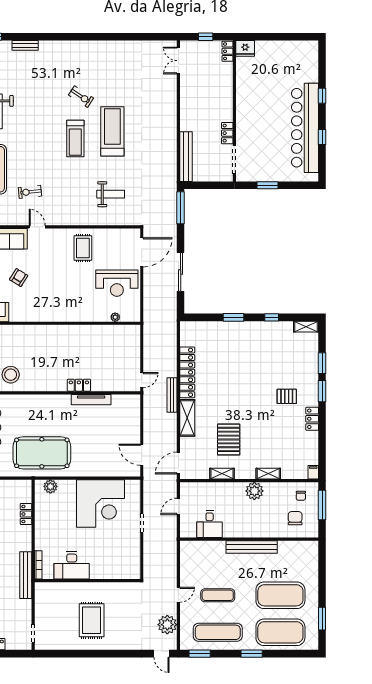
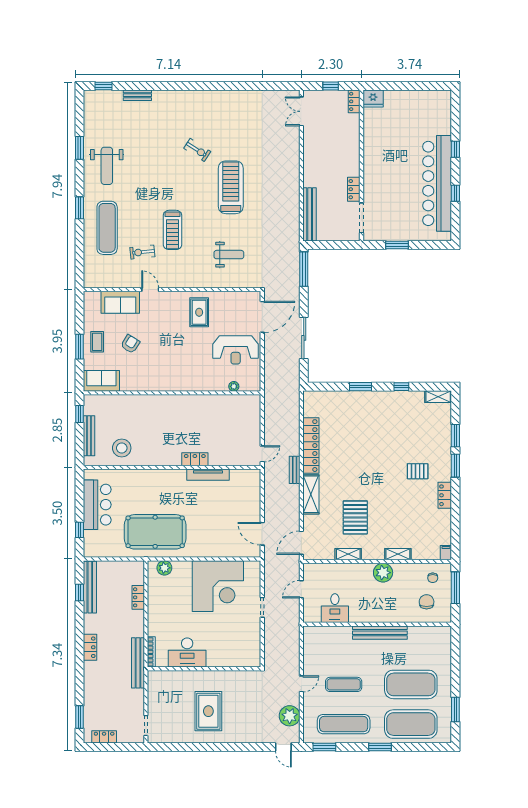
treadmill: (75, 139) -> (173, 230), moved
bench: (172, 395) -> (295, 470), width x0.73

